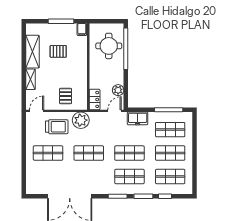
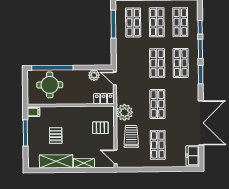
freezer: (138, 118) -> (193, 156), moved, turned 180

